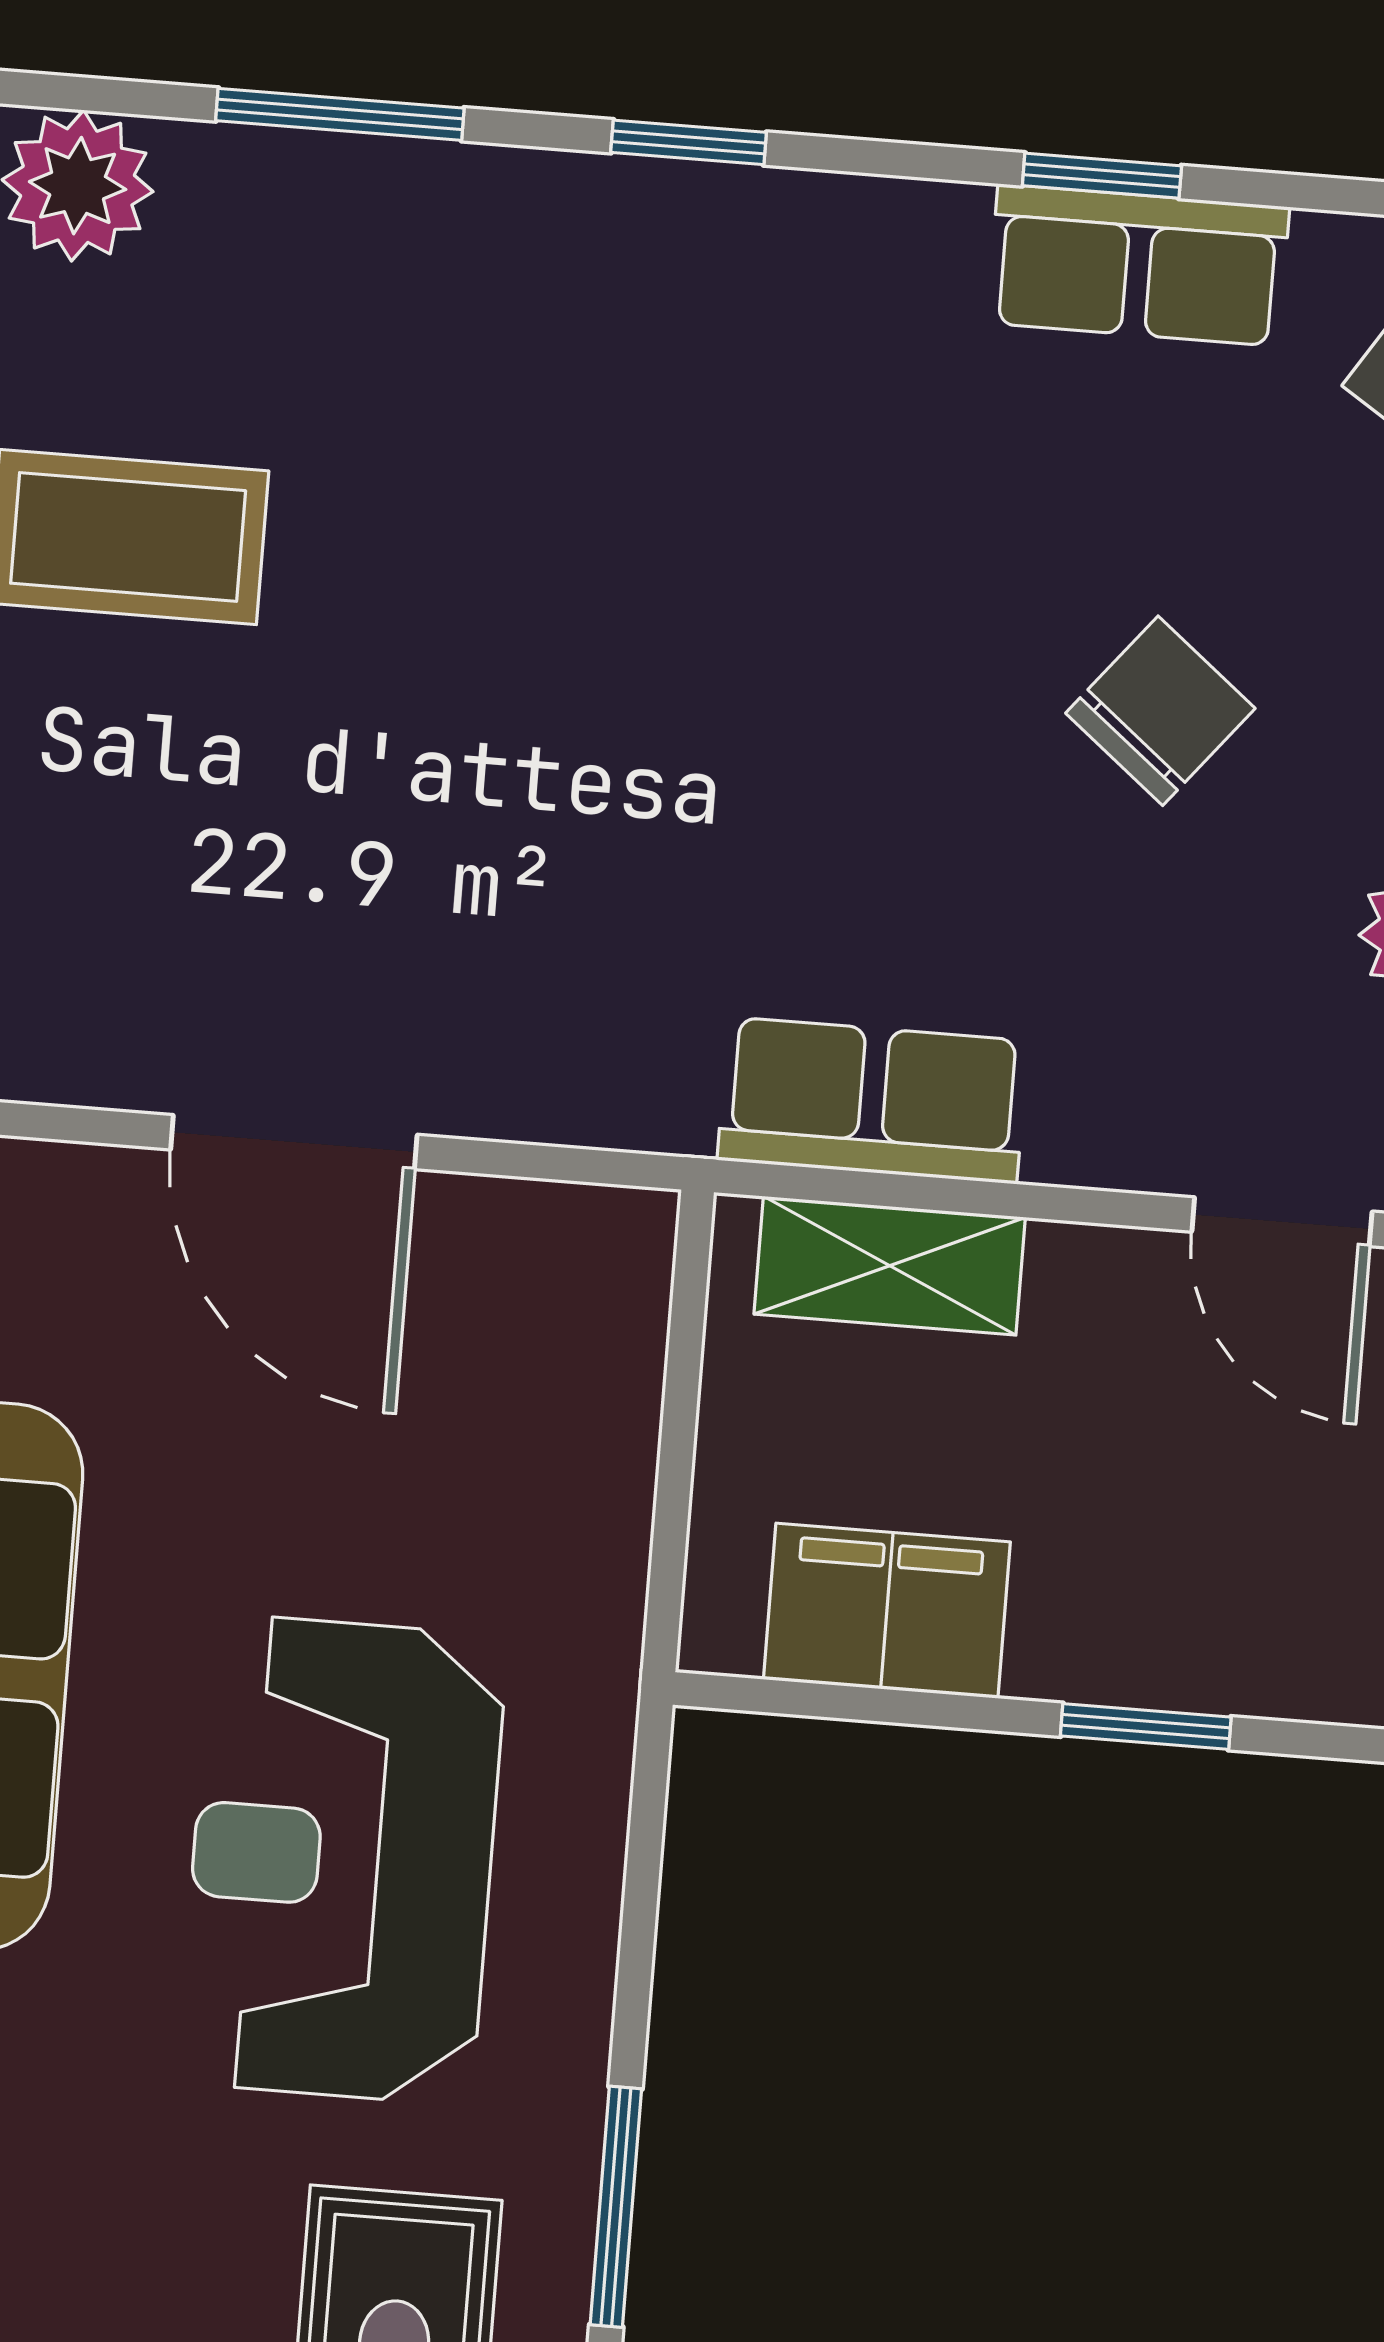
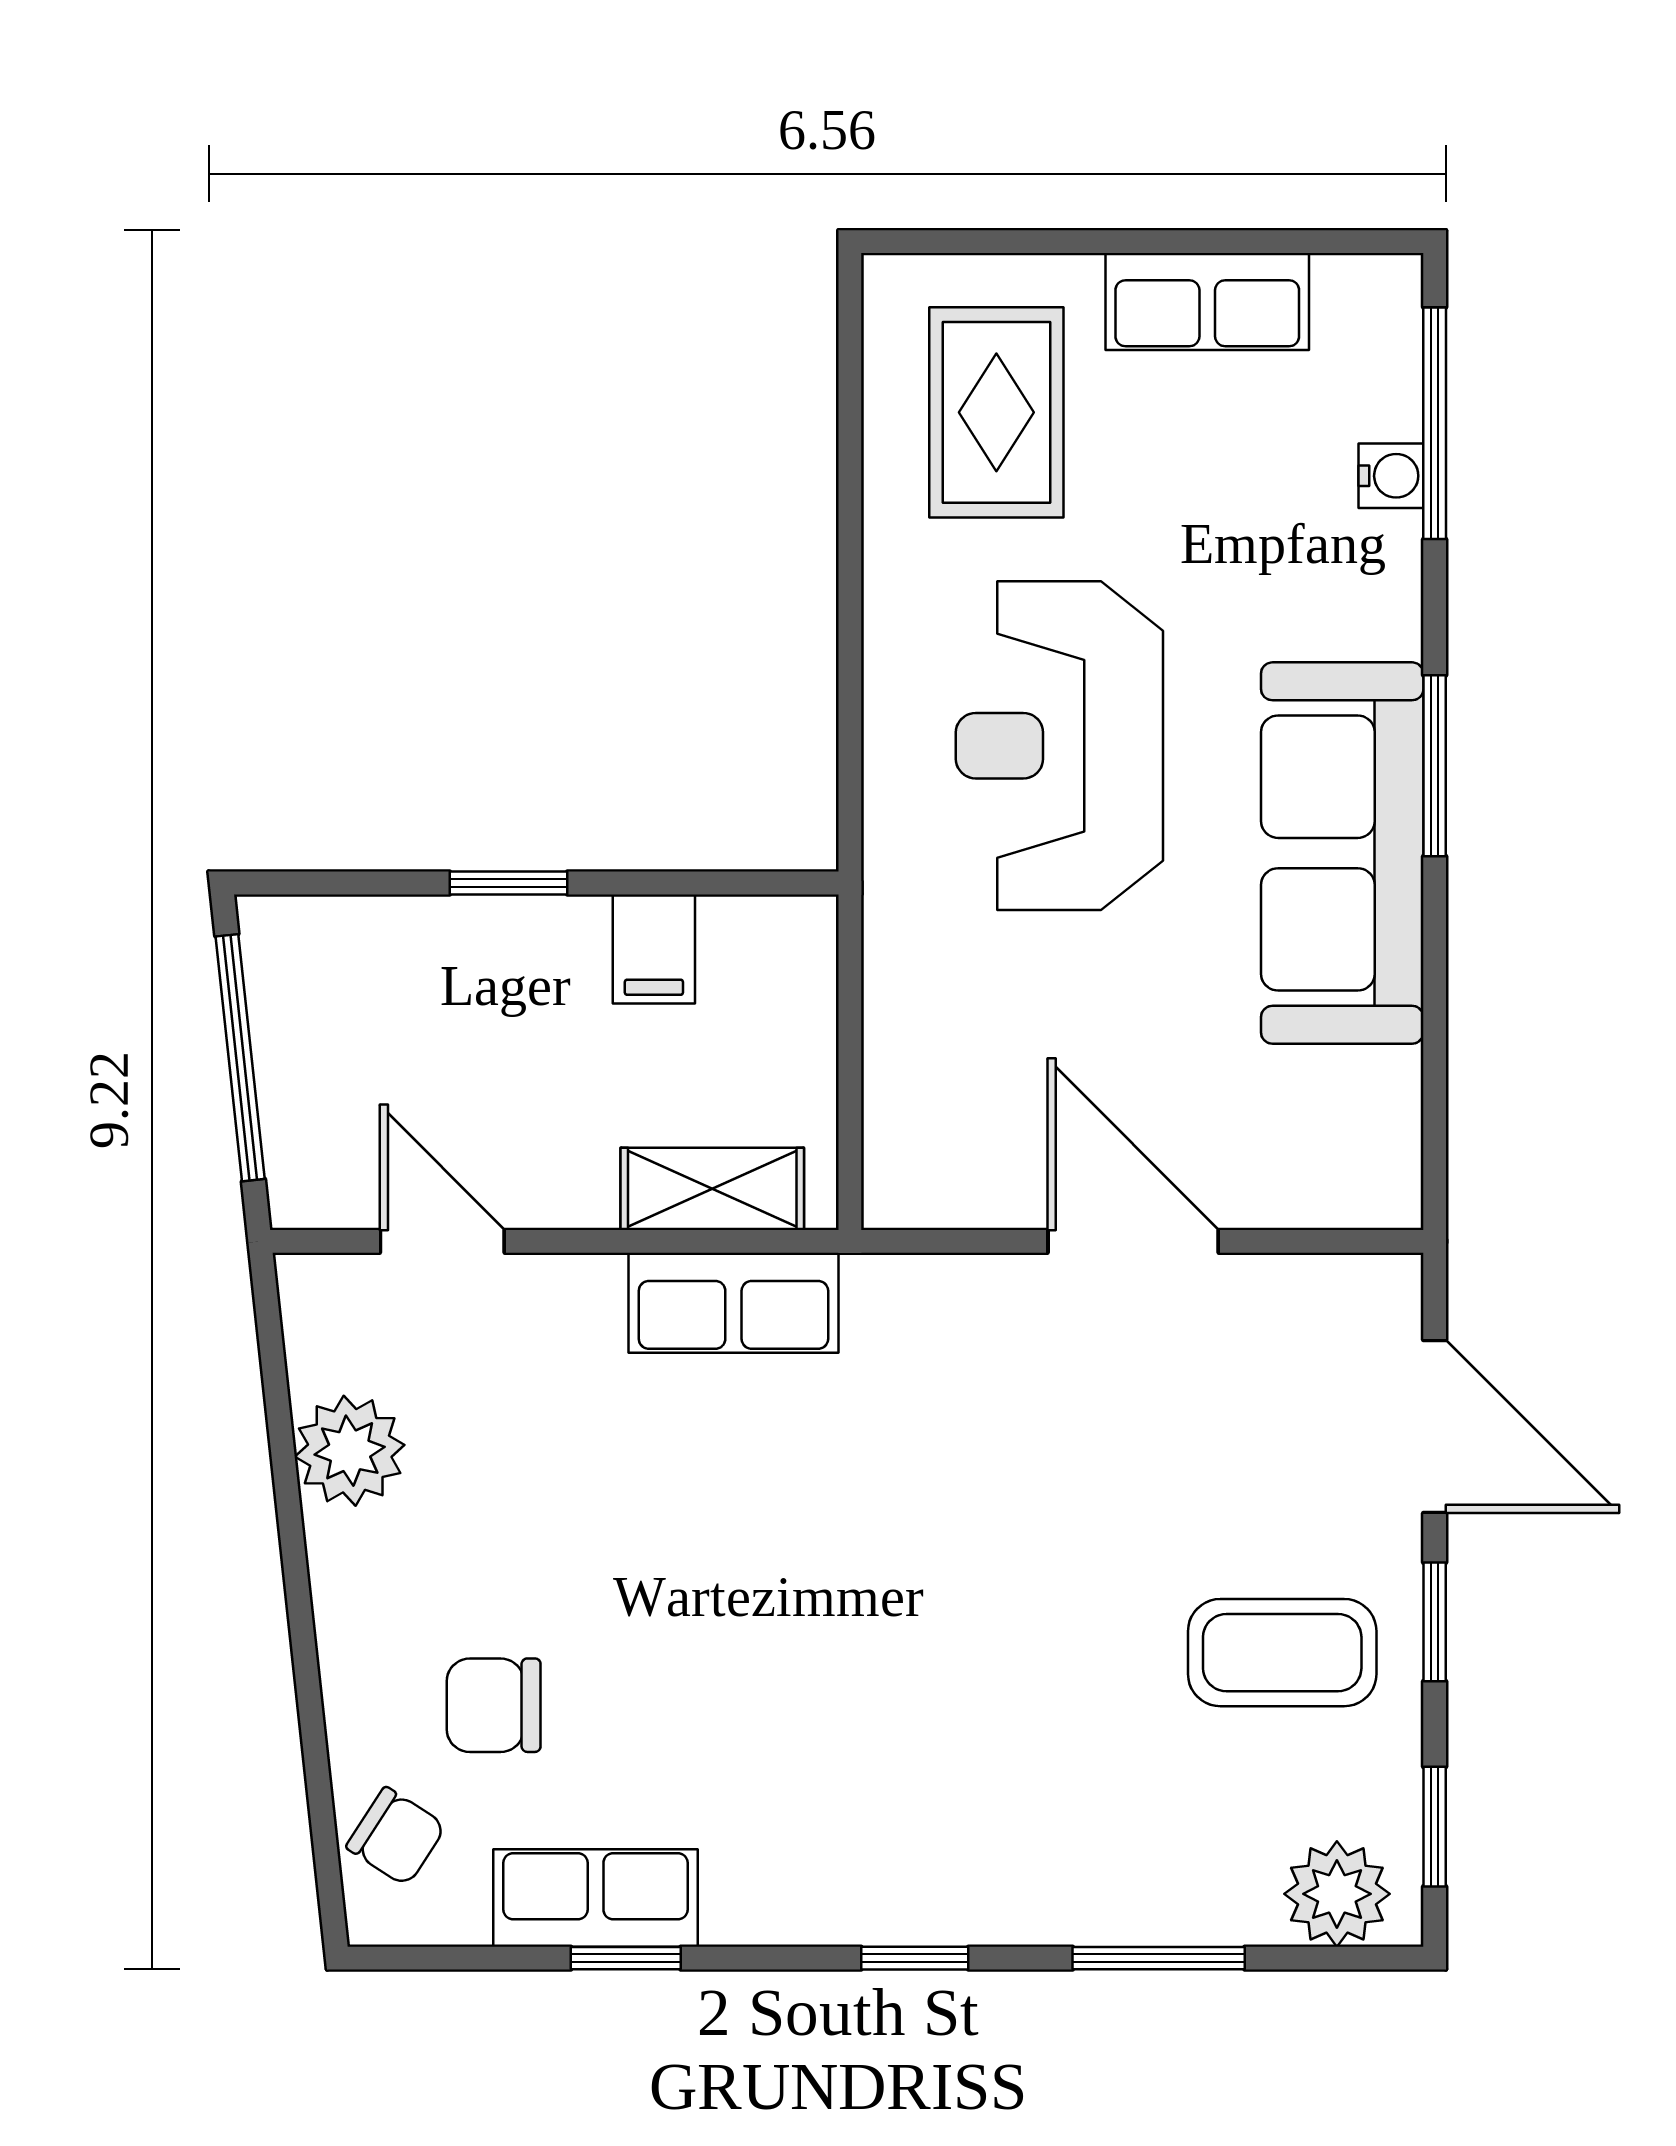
chair: (1160, 711) -> (494, 1705), moved, turned 51
filing cabinet: (887, 1611) -> (654, 949), width x0.50
reception desk: (342, 1859) -> (1059, 746), turned 180
window: (616, 2207) -> (850, 520), removed

